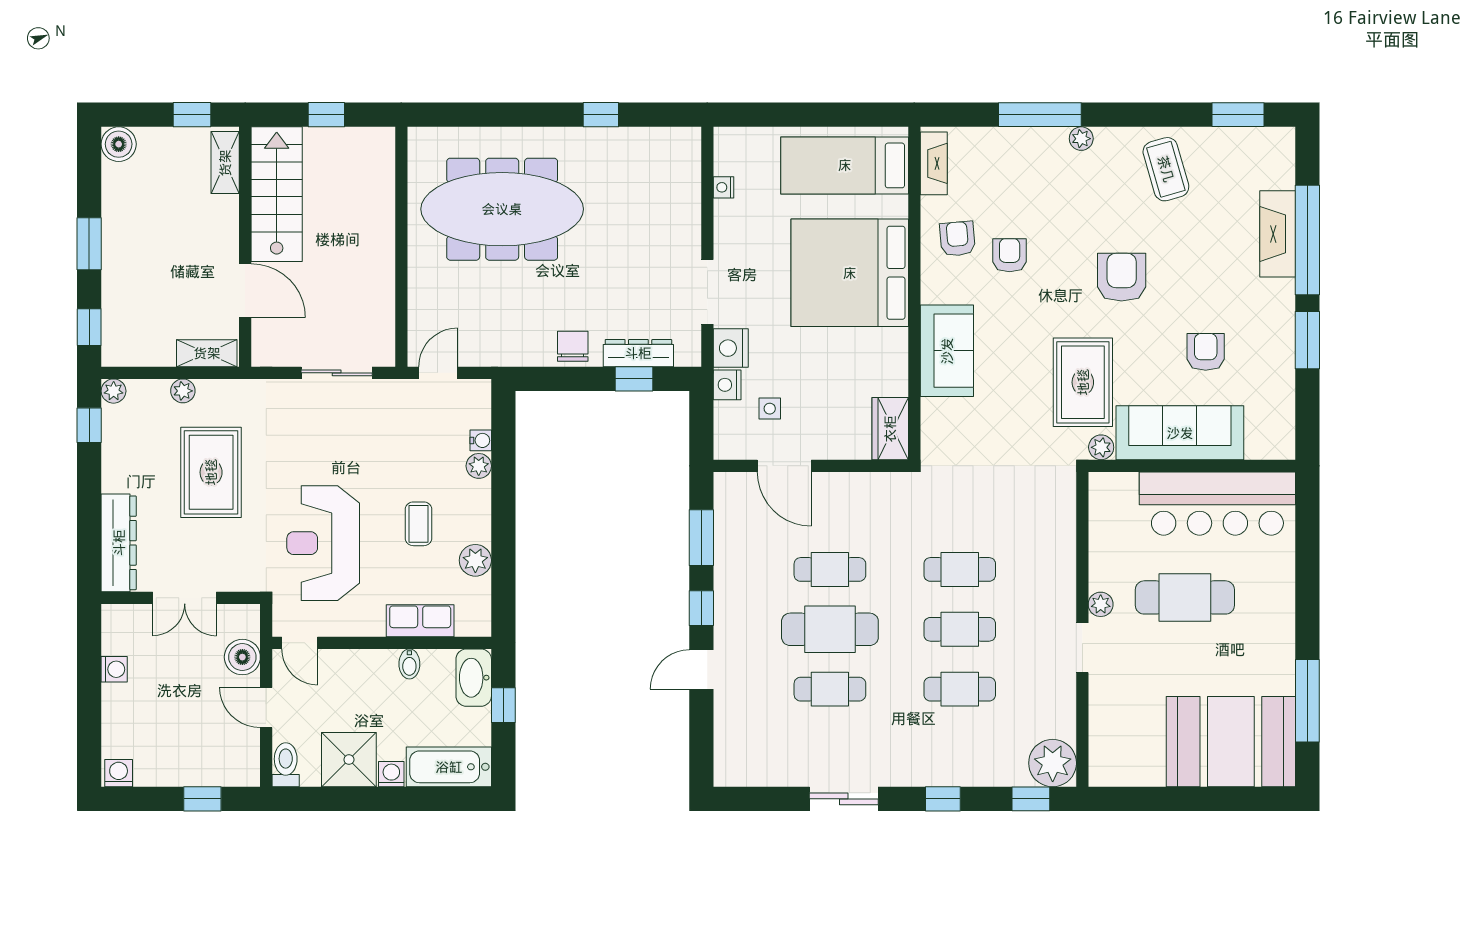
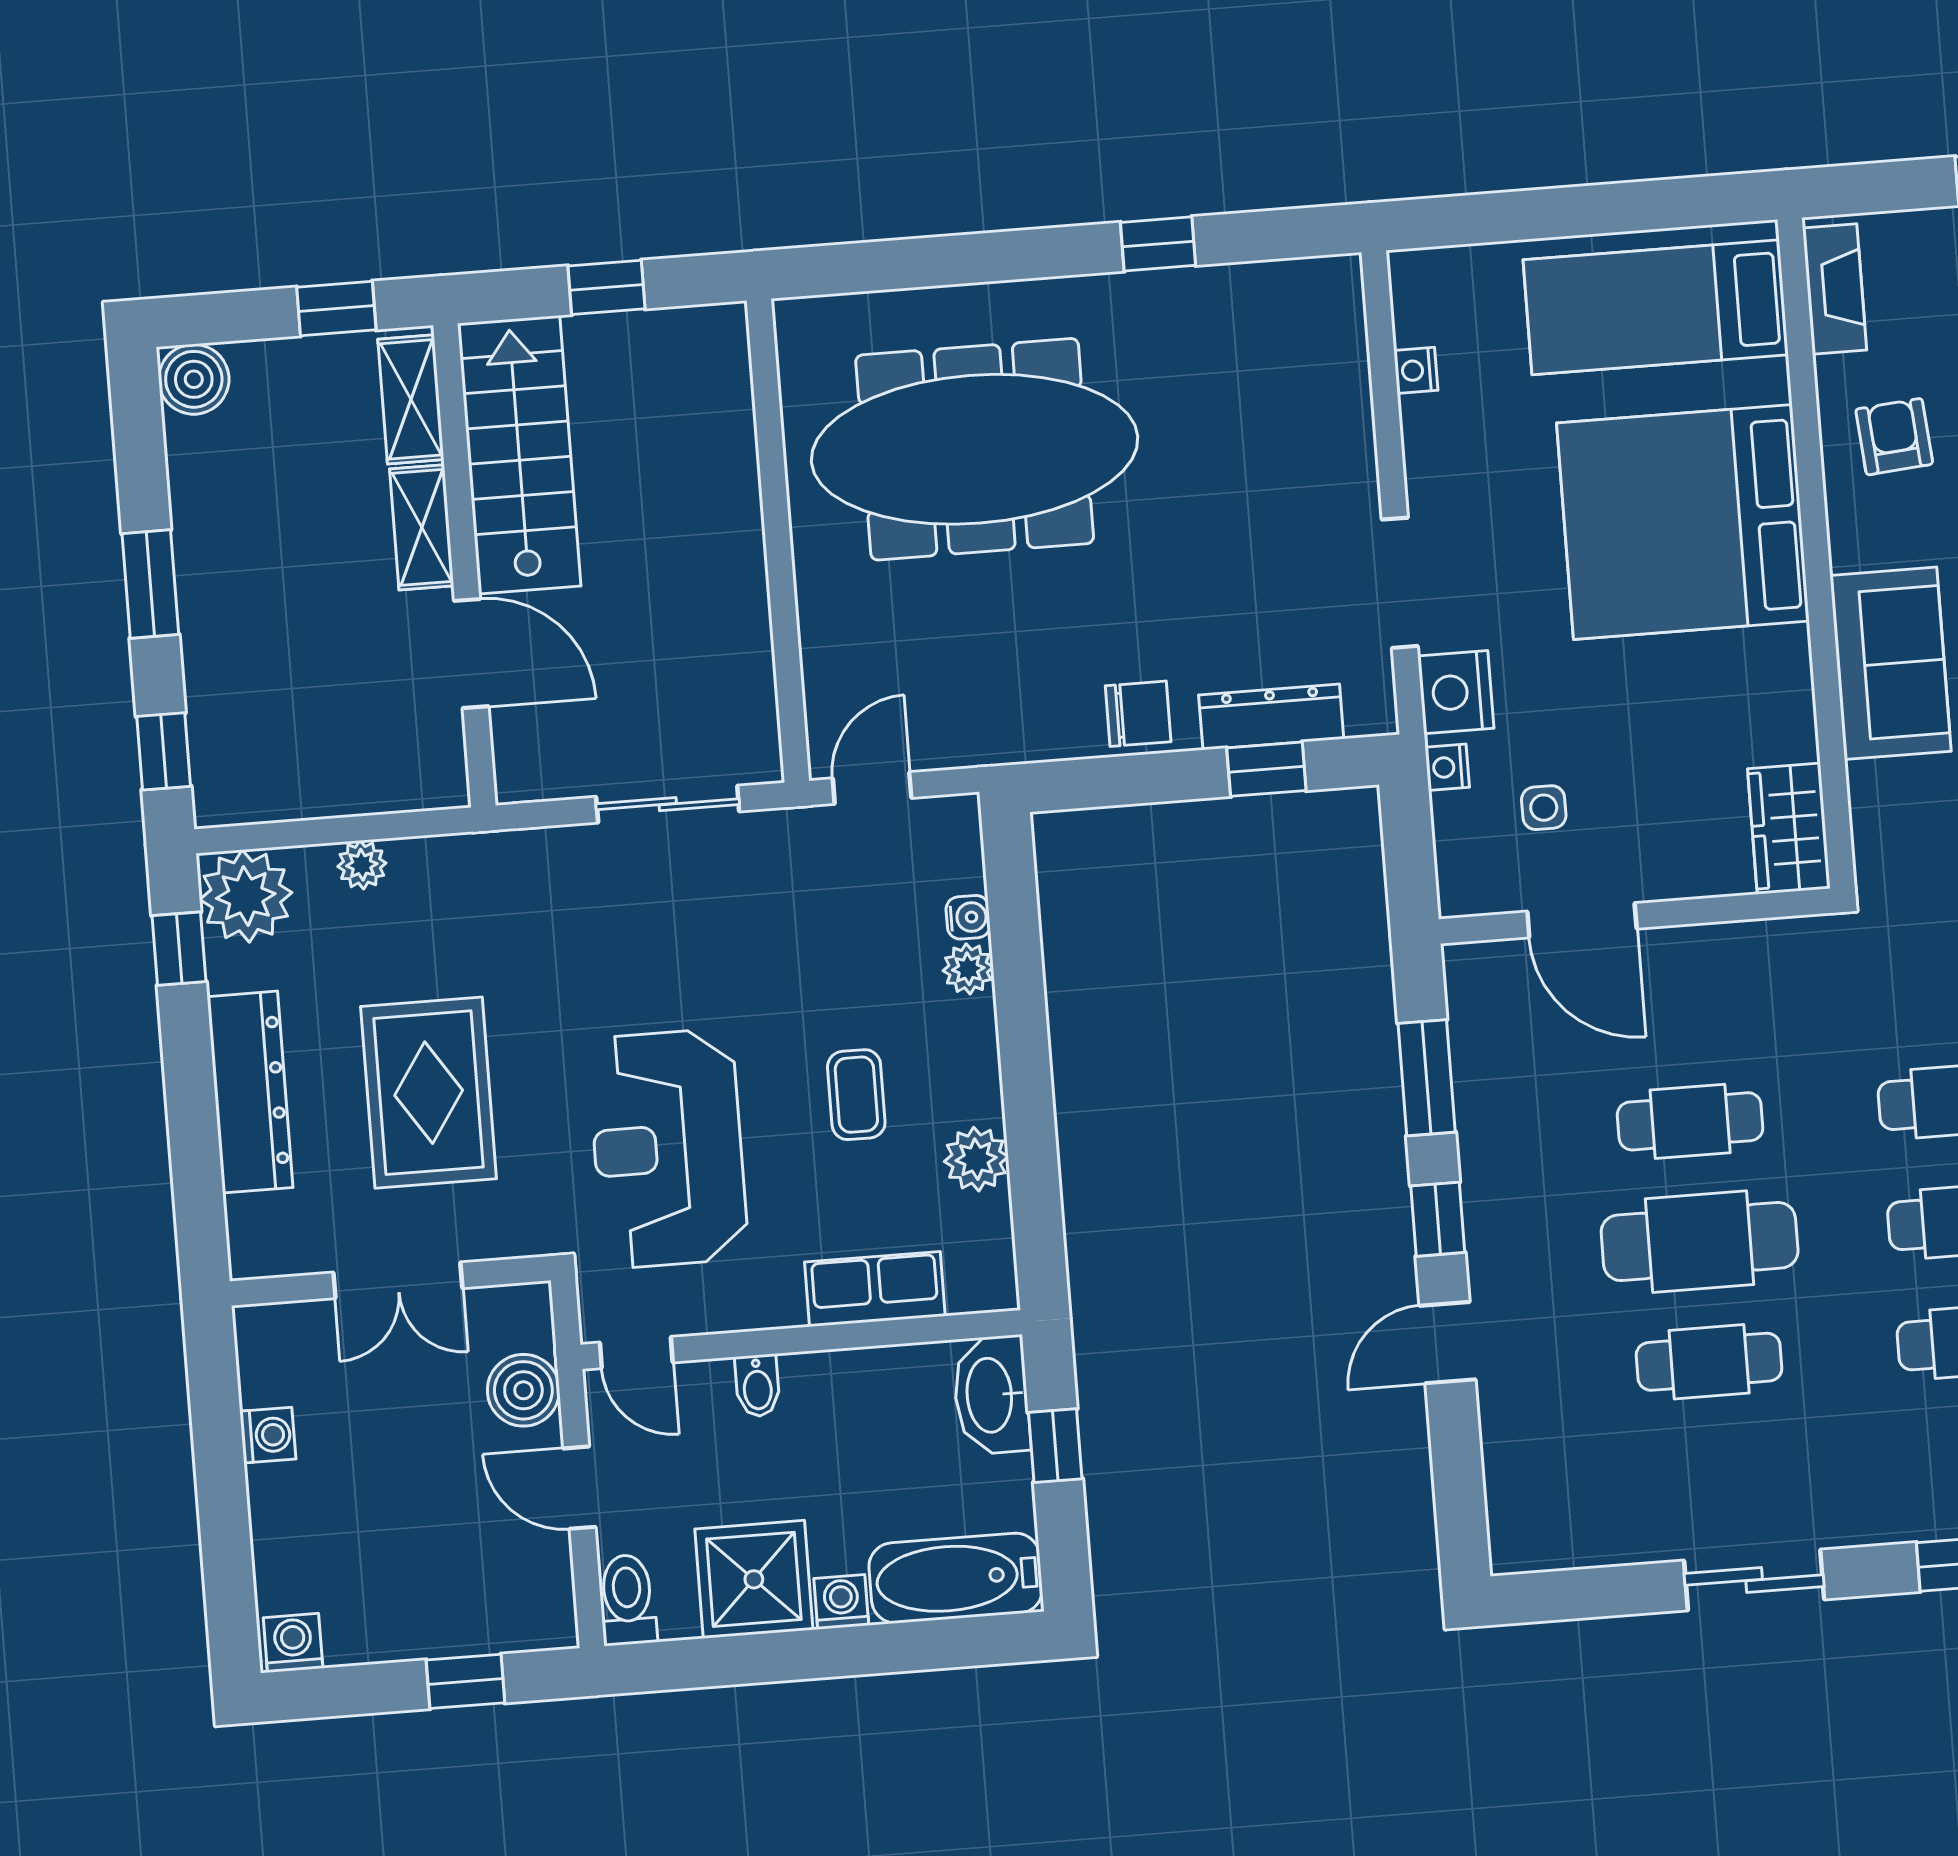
chair: (573, 346) -> (1138, 714), turned 90
shelving: (207, 353) -> (422, 527), moved, turned 90
nightstand: (727, 385) -> (1447, 767), width x0.72, depth x0.74
plant: (114, 391) -> (246, 896), width x1.87, depth x1.87
rug: (211, 472) -> (429, 1093), moved
dresser: (119, 543) -> (250, 1092), moved
bidet: (409, 664) -> (757, 1386), moved

